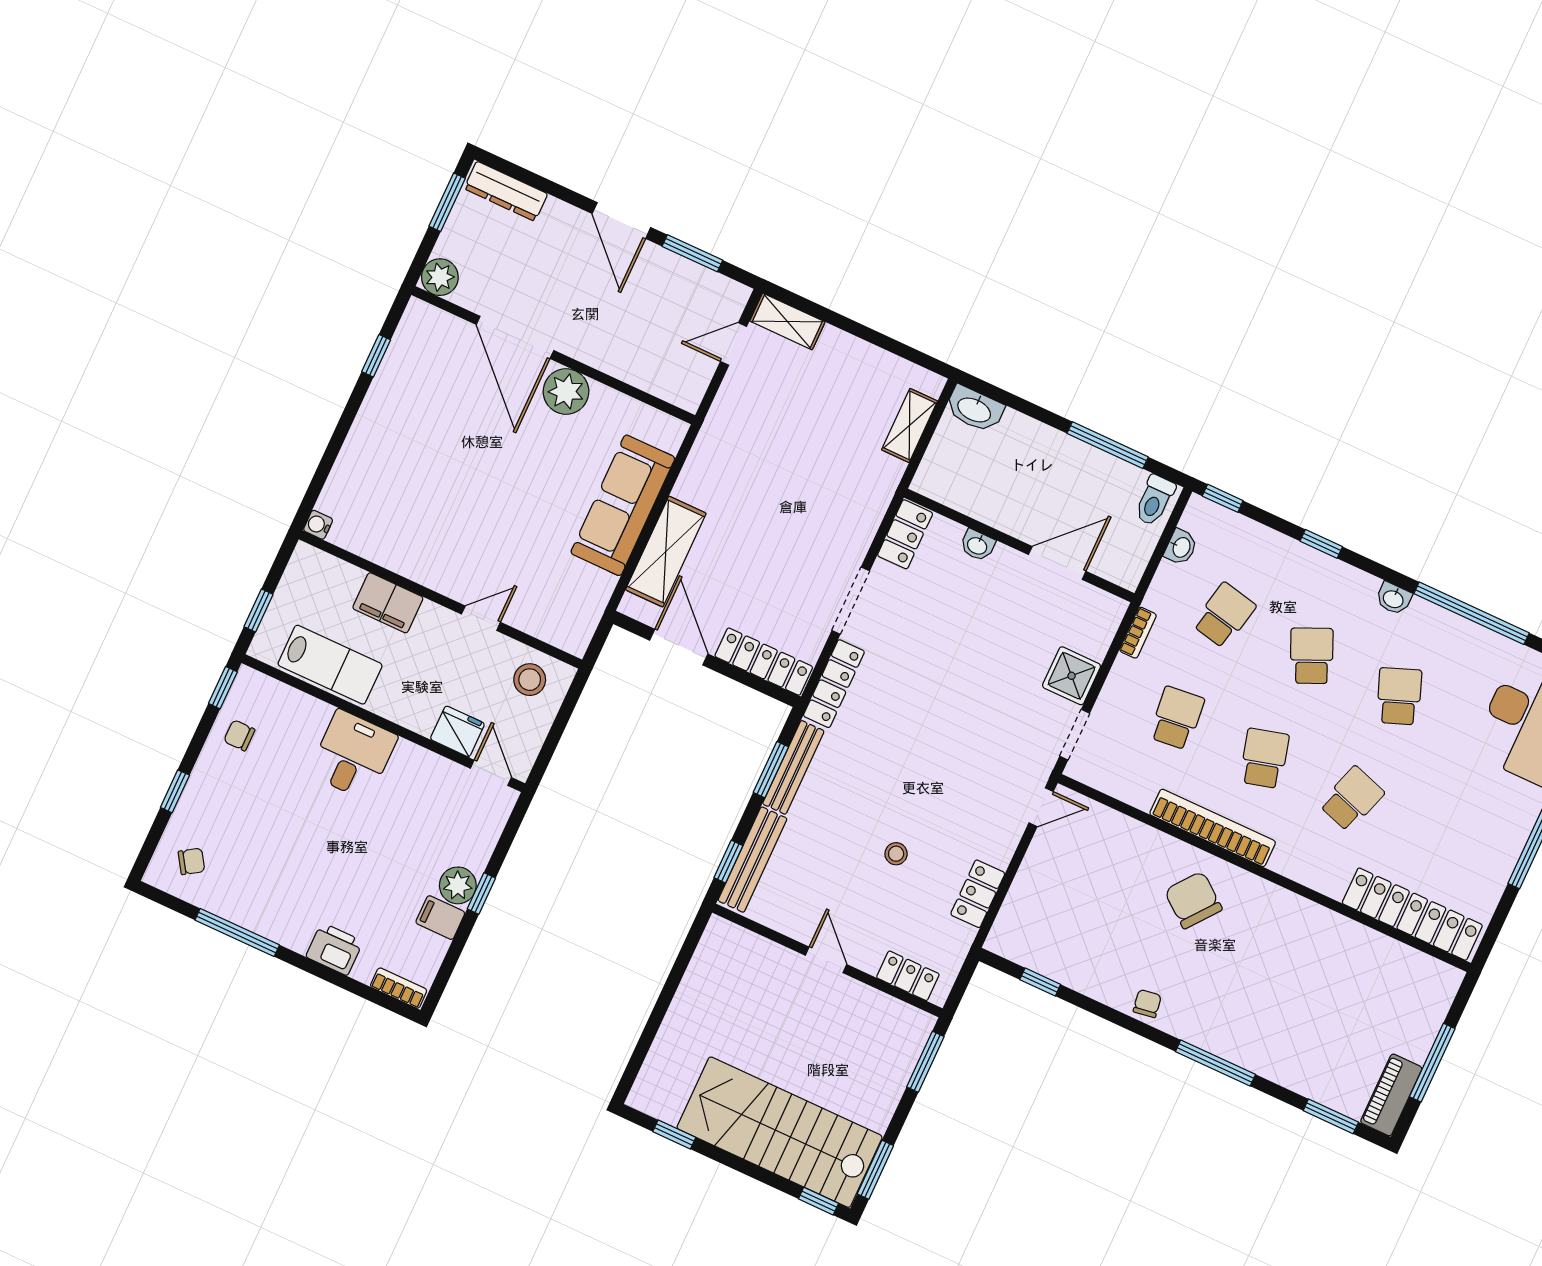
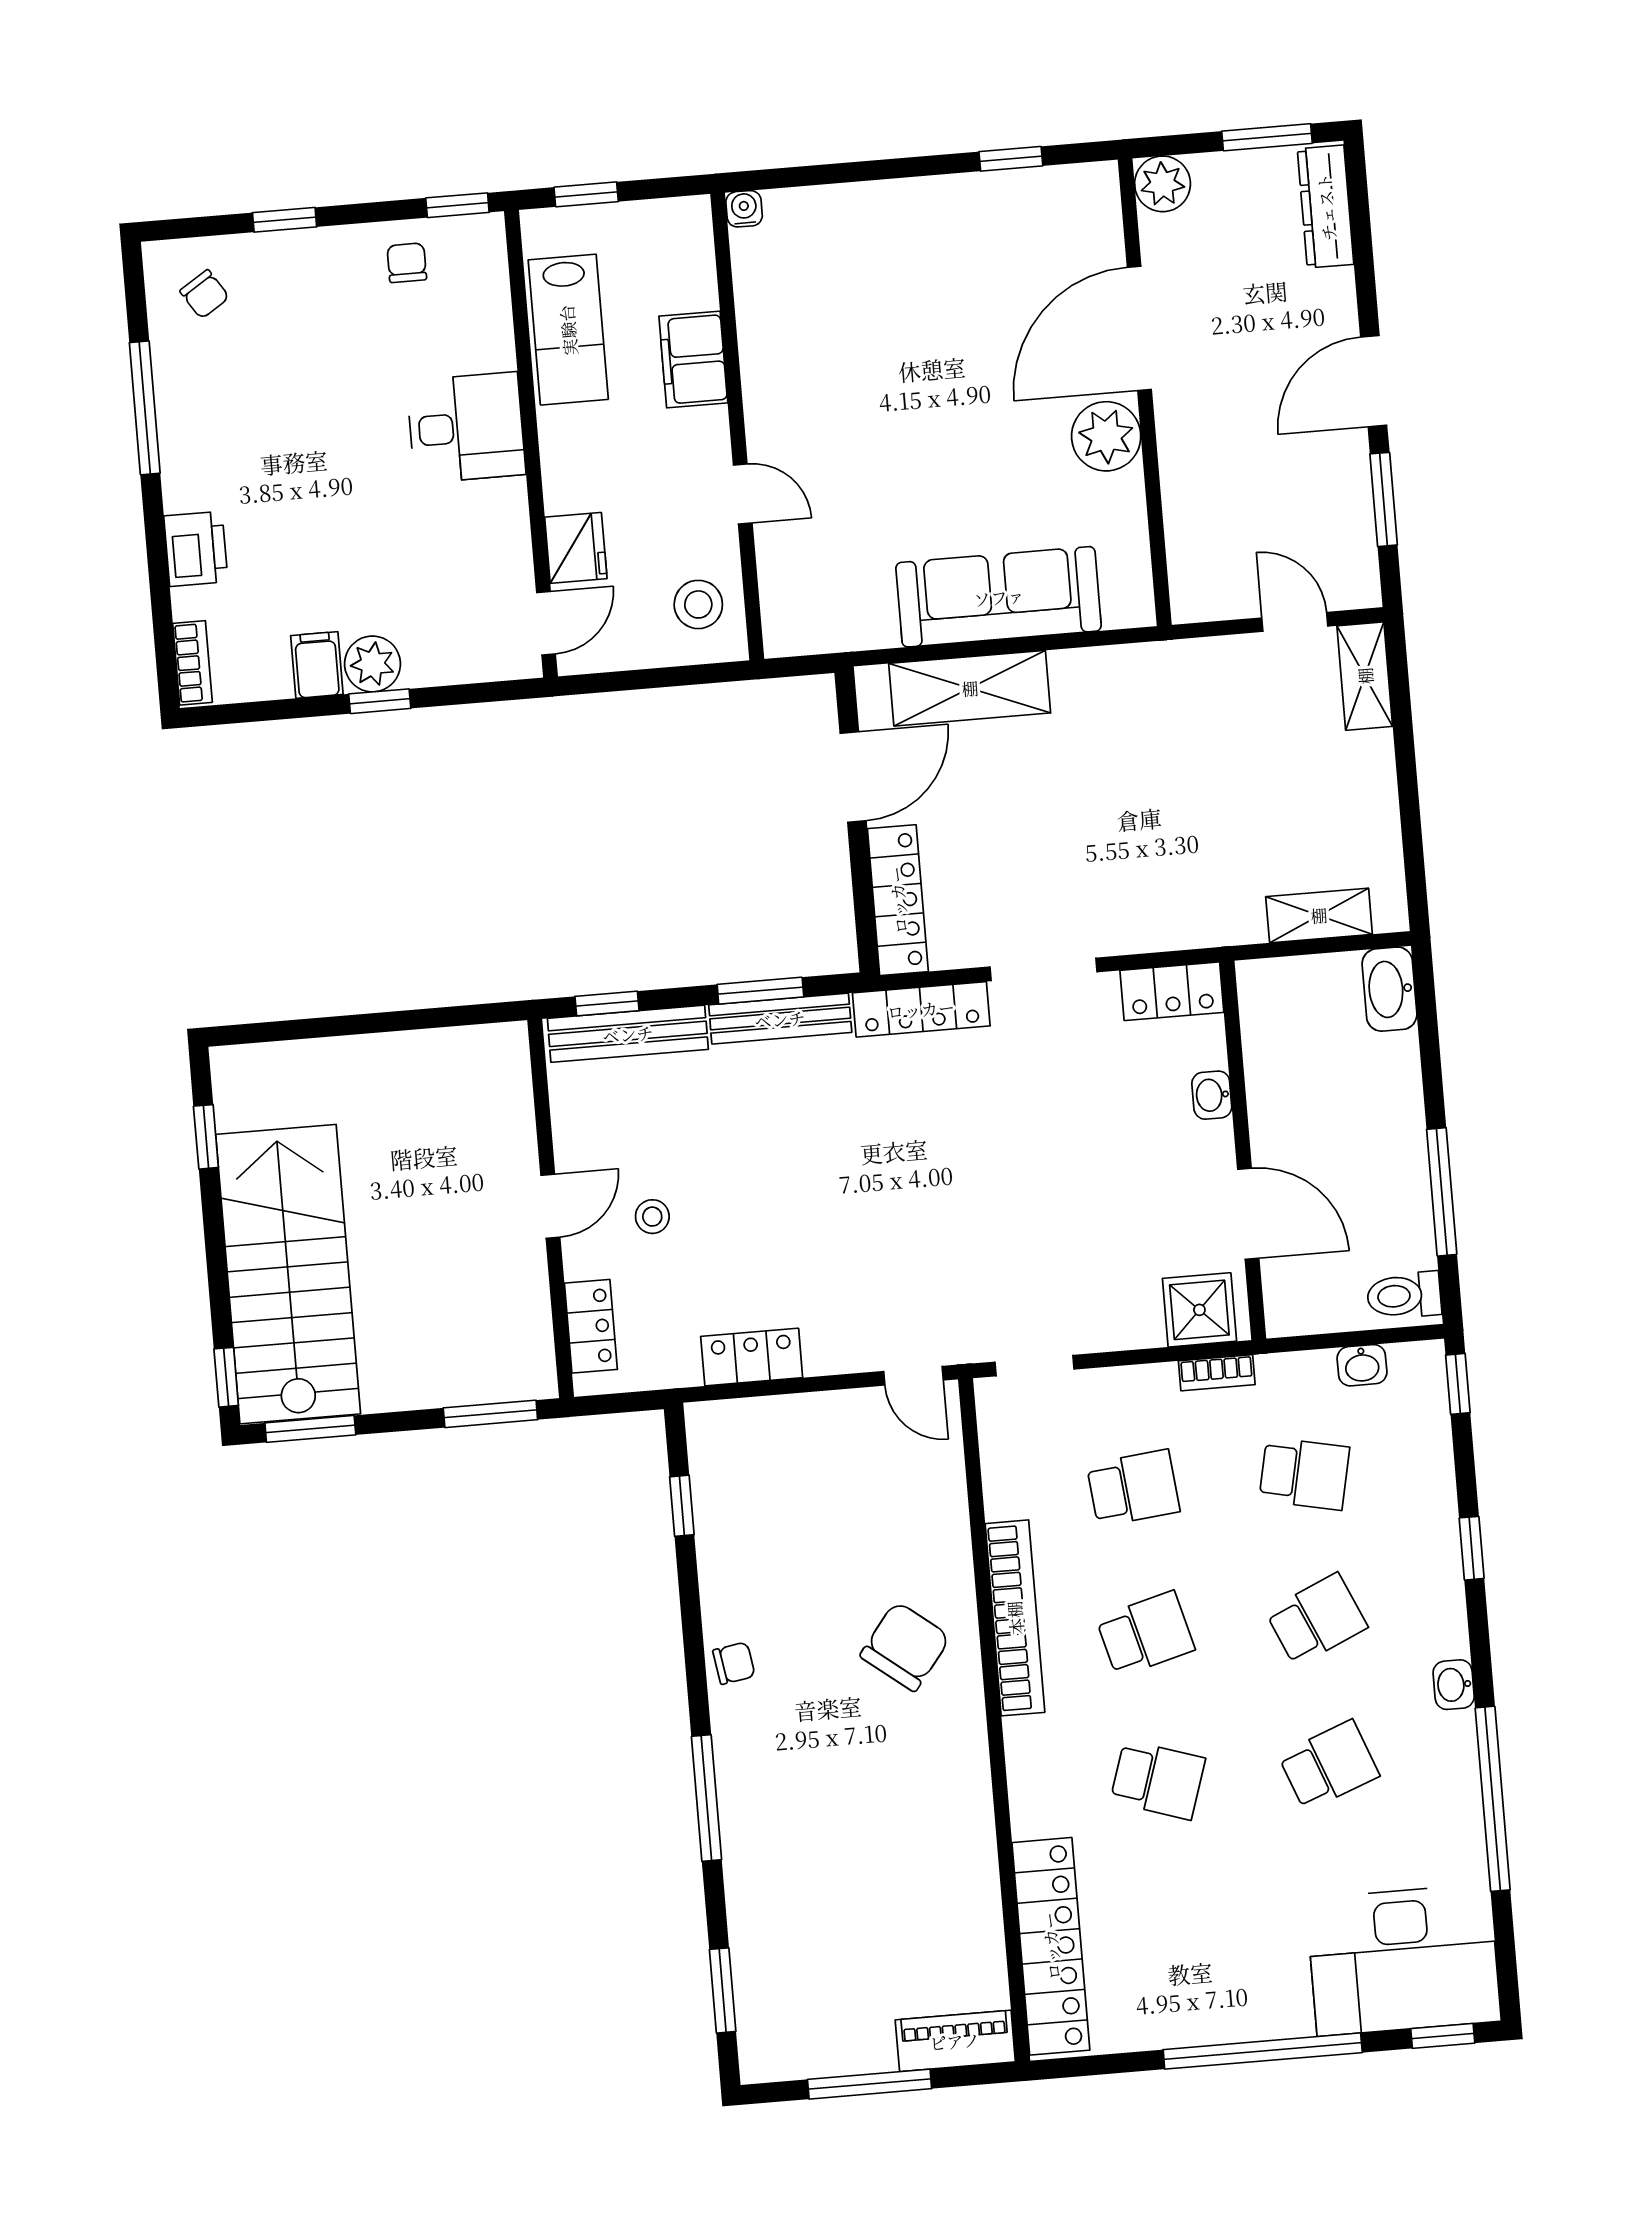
shower: (1072, 676) -> (1199, 1310), moved
stool: (896, 854) -> (652, 1217), moved
piano: (1391, 1095) -> (955, 2041), moved

